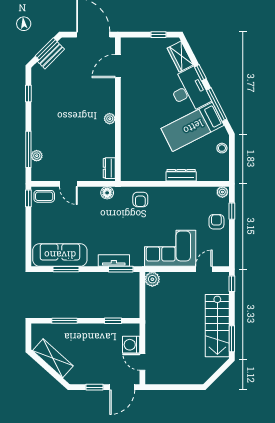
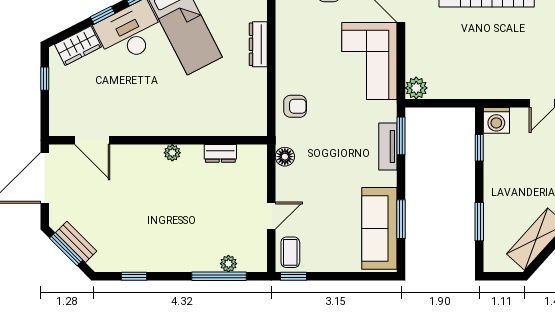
dresser: (109, 168) -> (220, 153), moved
washing machine: (131, 345) -> (496, 120), moved

